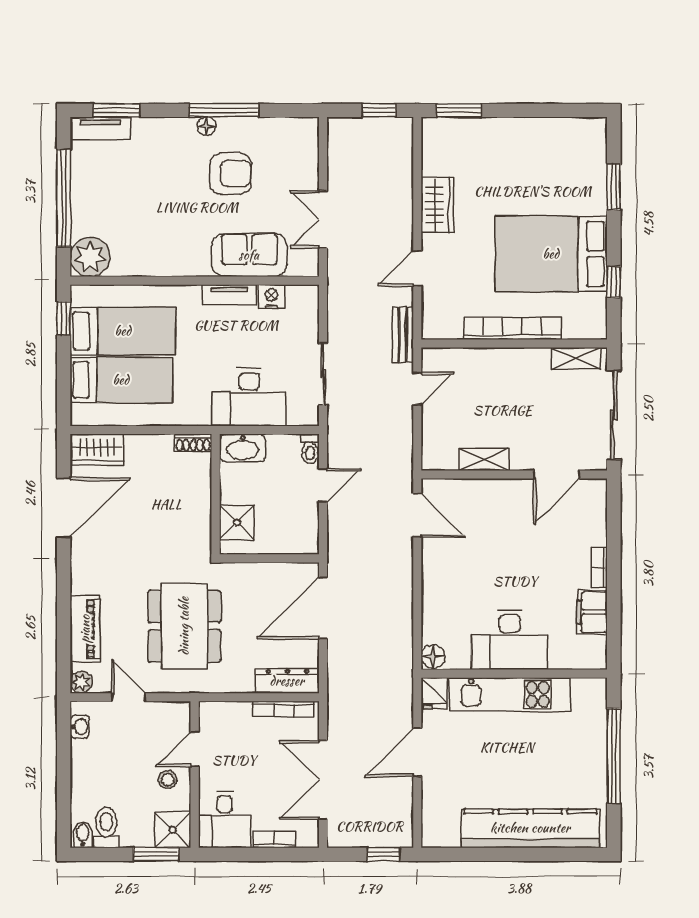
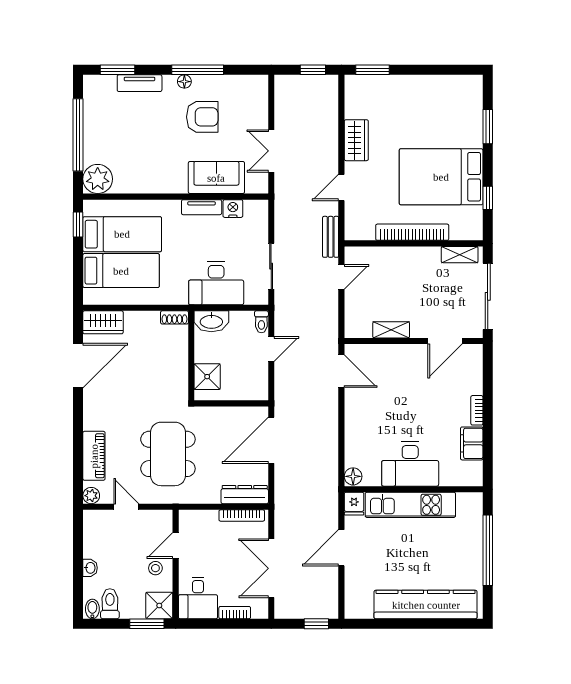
tv unit: (100, 128) -> (140, 83), moved
washbasin: (80, 727) -> (90, 568), moved

